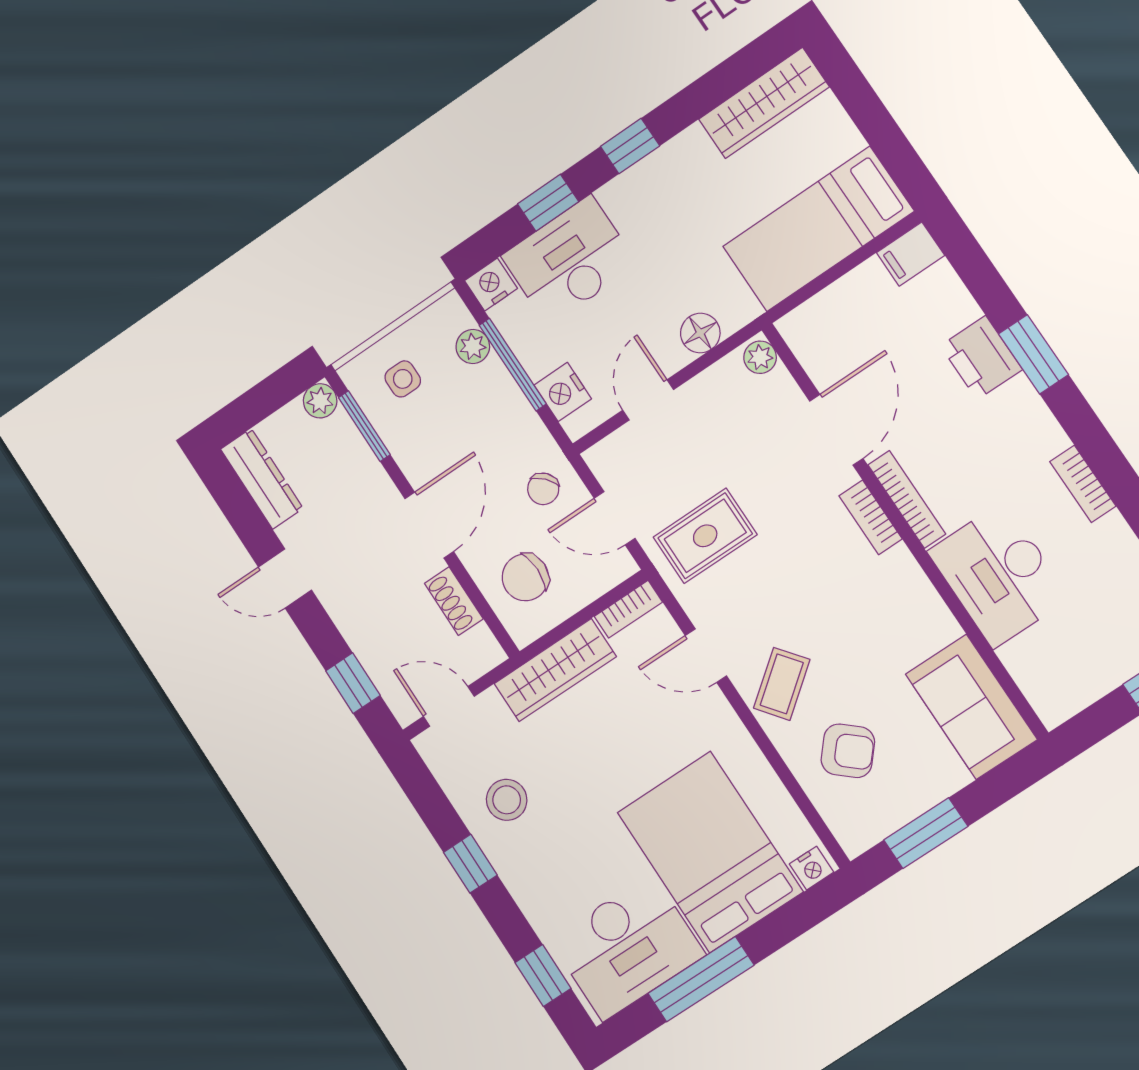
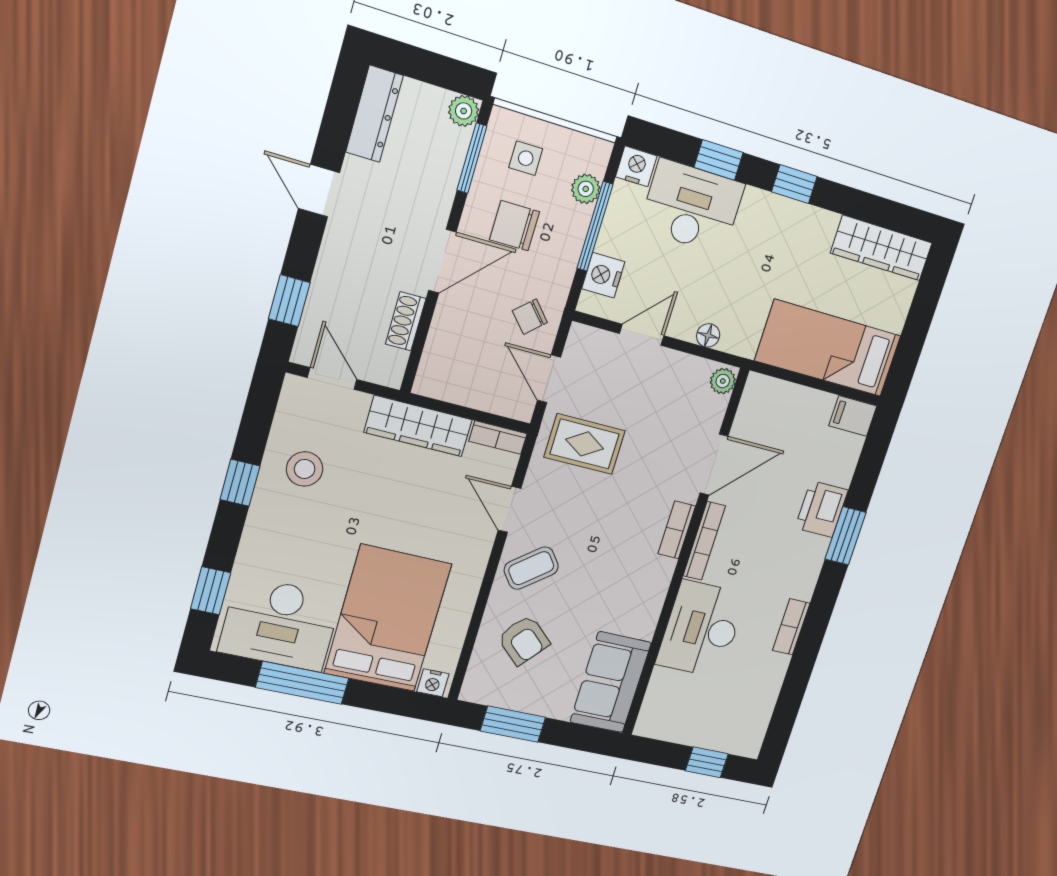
floor lamp: (700, 333) -> (708, 335), width x0.73, depth x0.73
chair: (525, 577) -> (515, 226), moved

